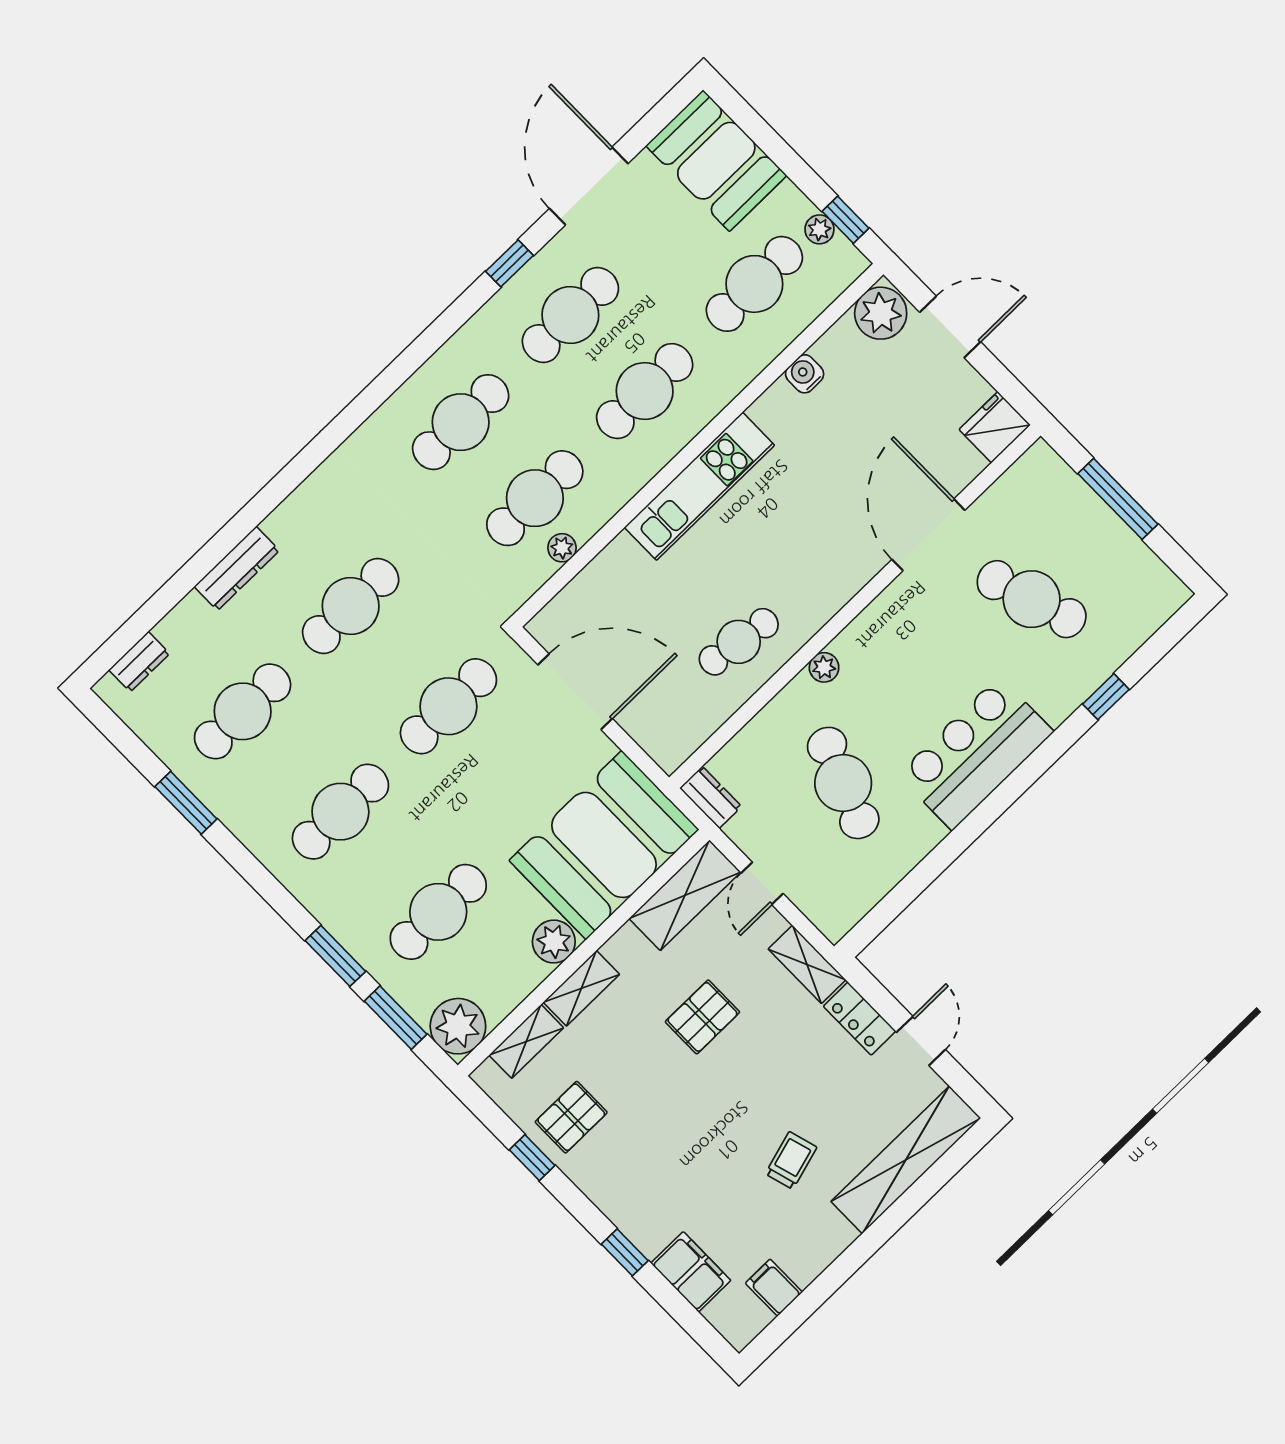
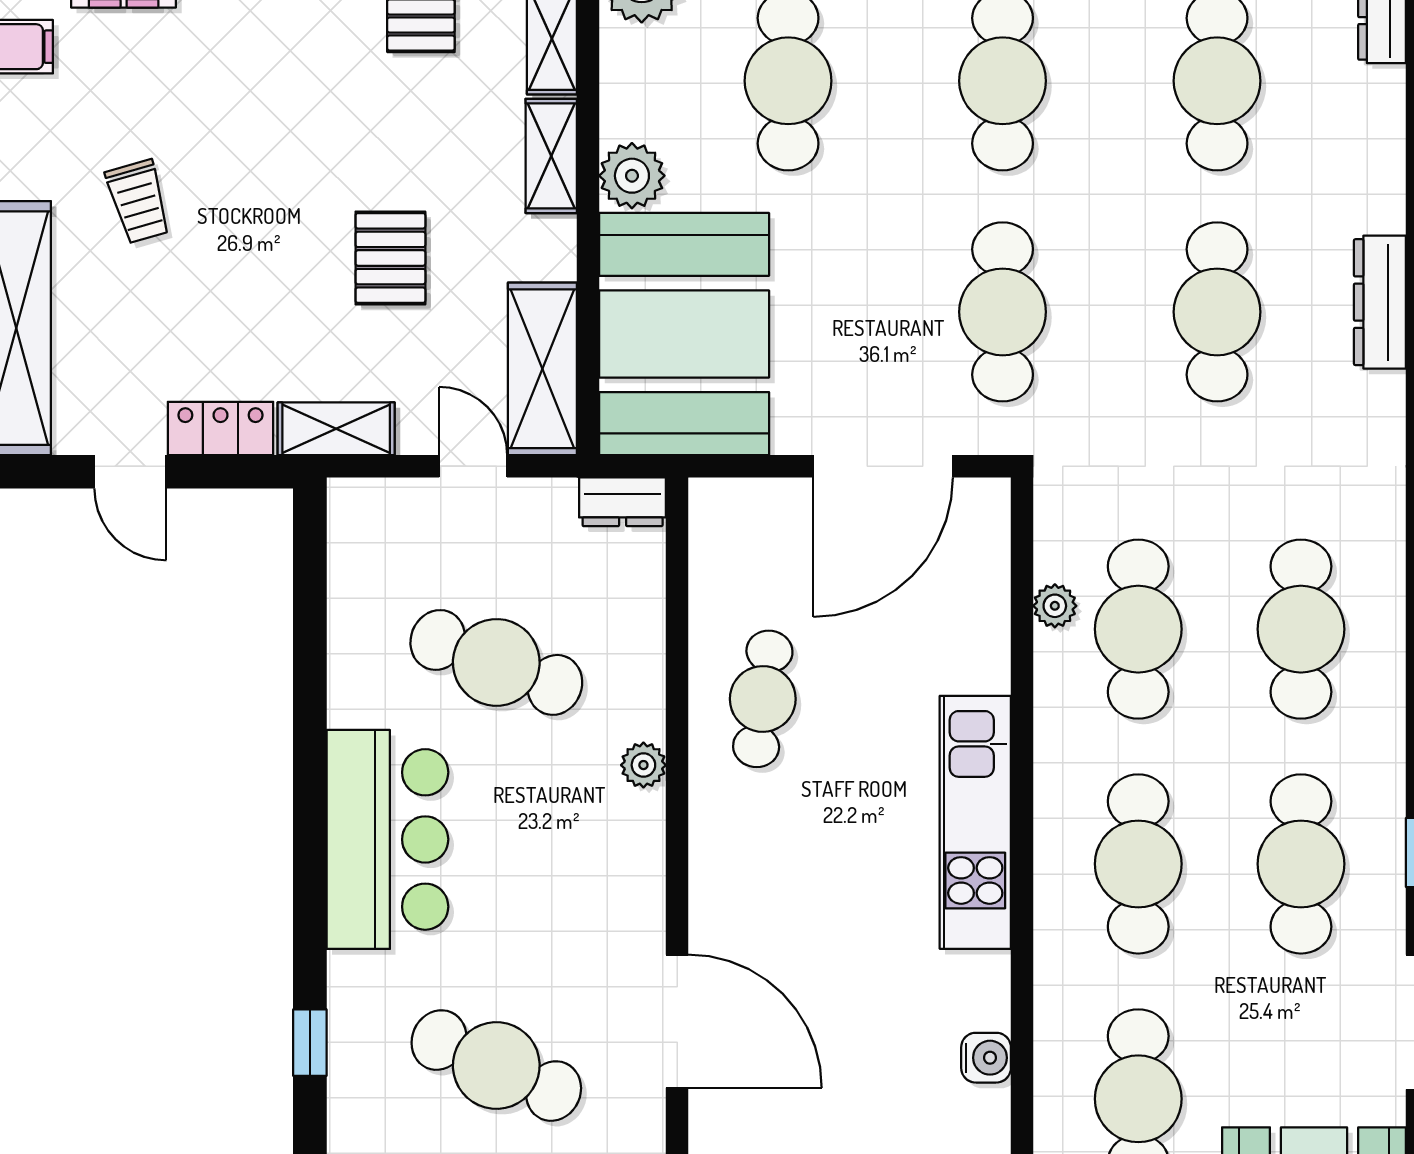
dresser: (237, 568) -> (1380, 302), moved
cafe table: (1032, 599) -> (496, 1066), turned 42

